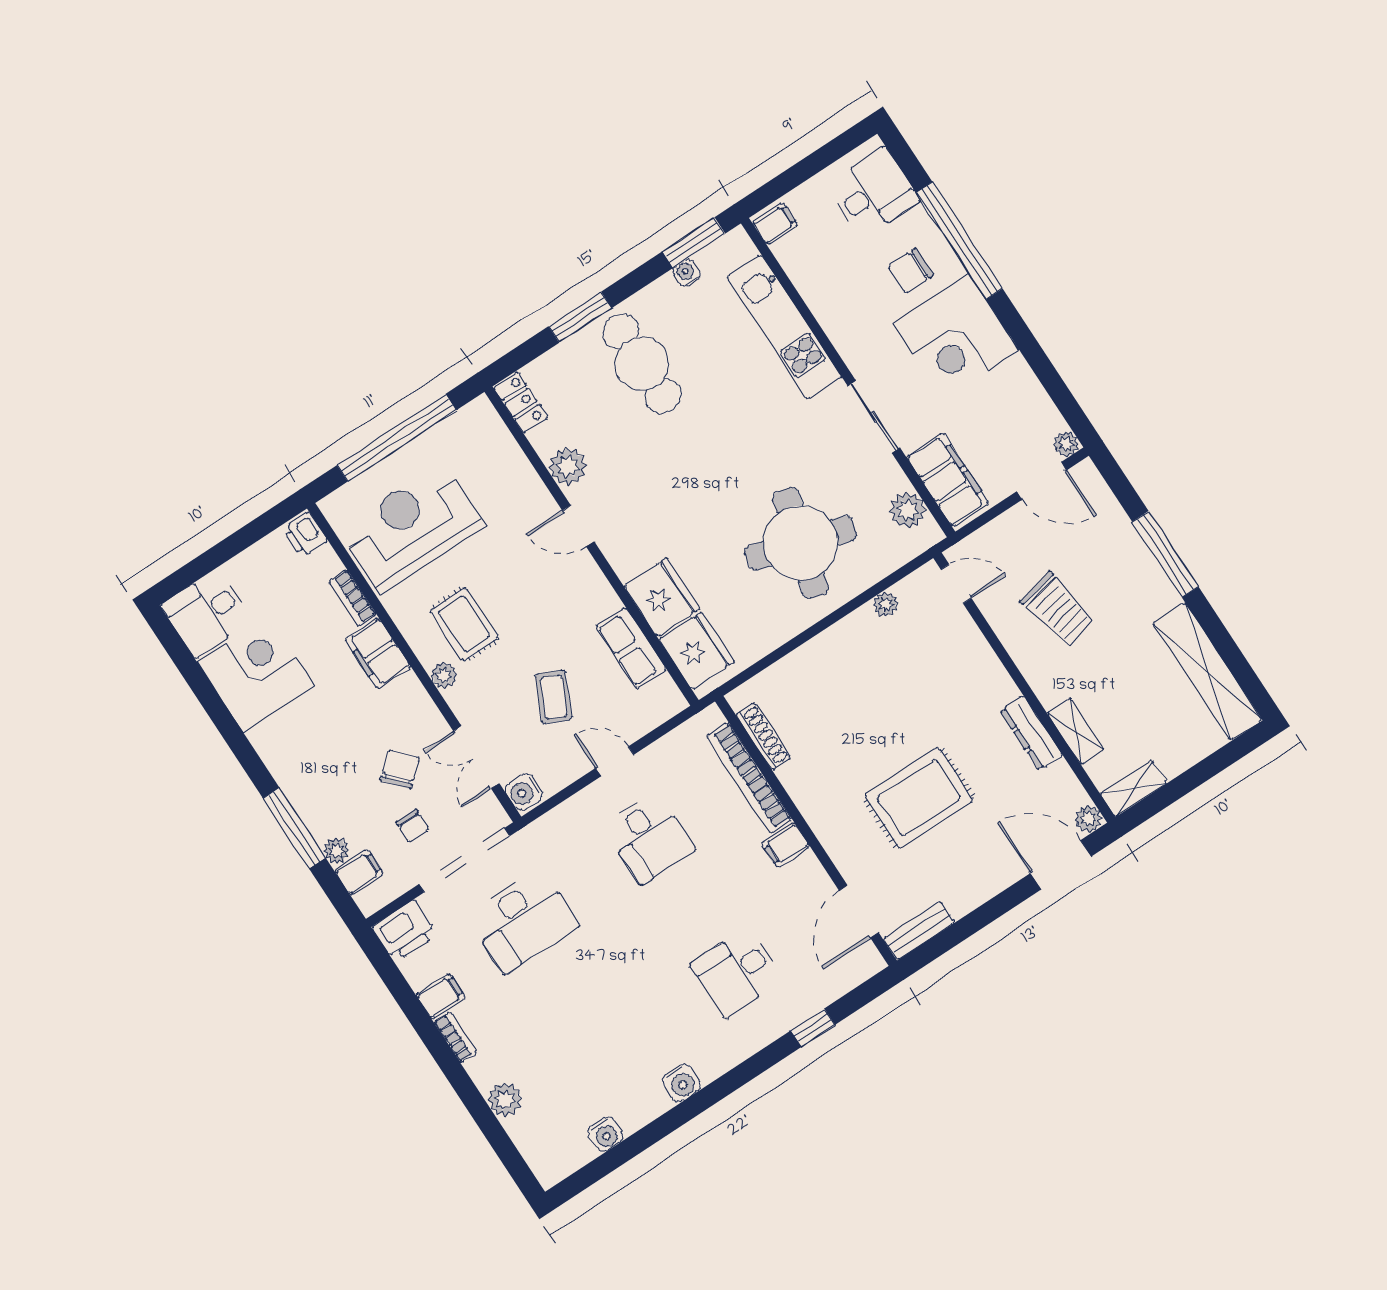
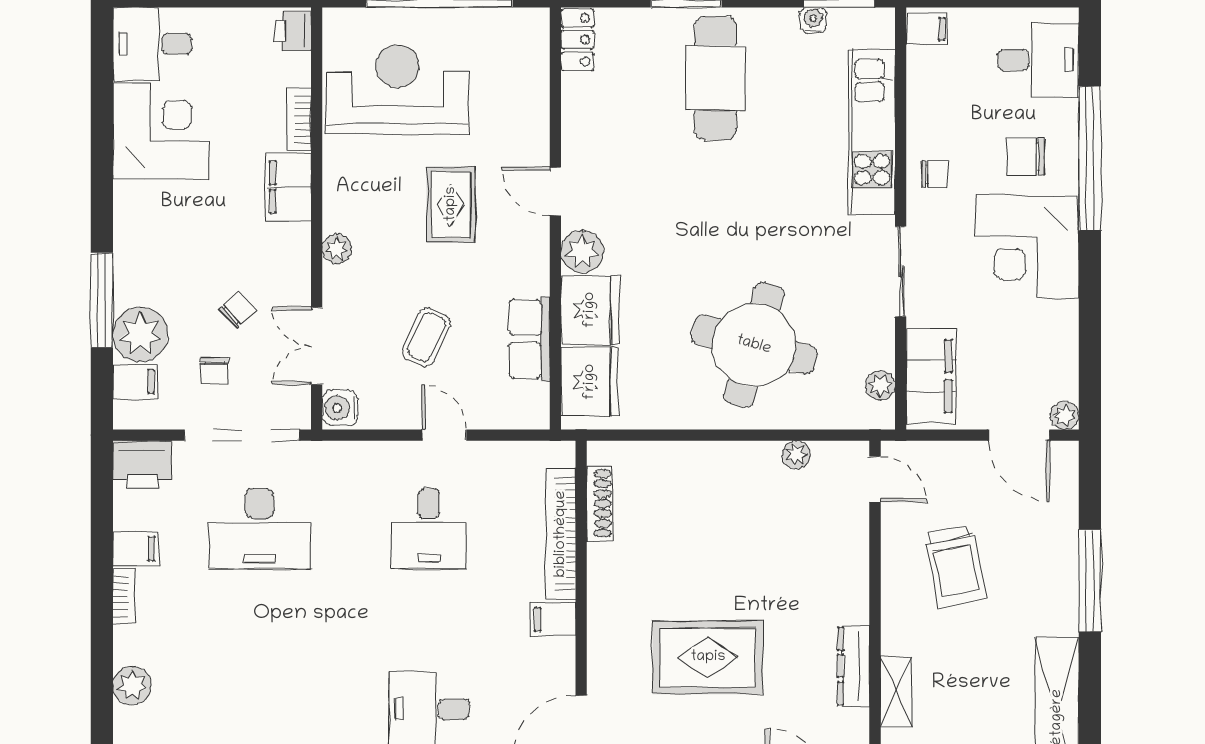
chair: (852, 328) -> (935, 174), added
plant: (568, 467) -> (582, 252), moved
plant: (907, 510) -> (880, 385), width x0.73, depth x0.73
rug: (464, 624) -> (451, 204), moved
chair: (400, 769) -> (237, 310), width x0.73, depth x0.73
plant: (336, 851) -> (140, 334), width x1.87, depth x1.87

